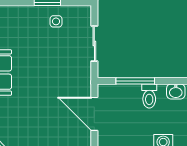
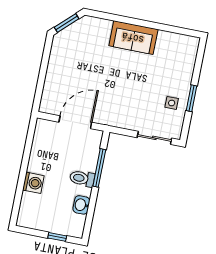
sliding door: (94, 44) -> (154, 138), moved

